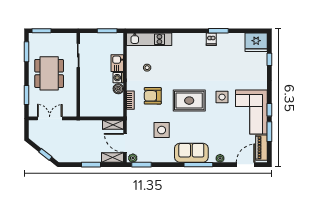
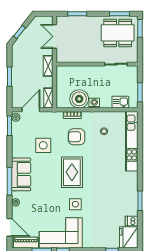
kitchen unit: (149, 39) -> (132, 141), width x1.36
dishwasher: (211, 39) -> (132, 221), moved
kitchen sink: (117, 63) -> (120, 102), moved
dining table: (49, 73) -> (118, 33), moved
boiler: (118, 89) -> (79, 99), width x1.86, depth x1.86
armchair: (153, 96) -> (77, 137), turned -90
double door: (50, 118) -> (55, 36), swing flipped
shelving: (113, 158) -> (48, 66), moved

